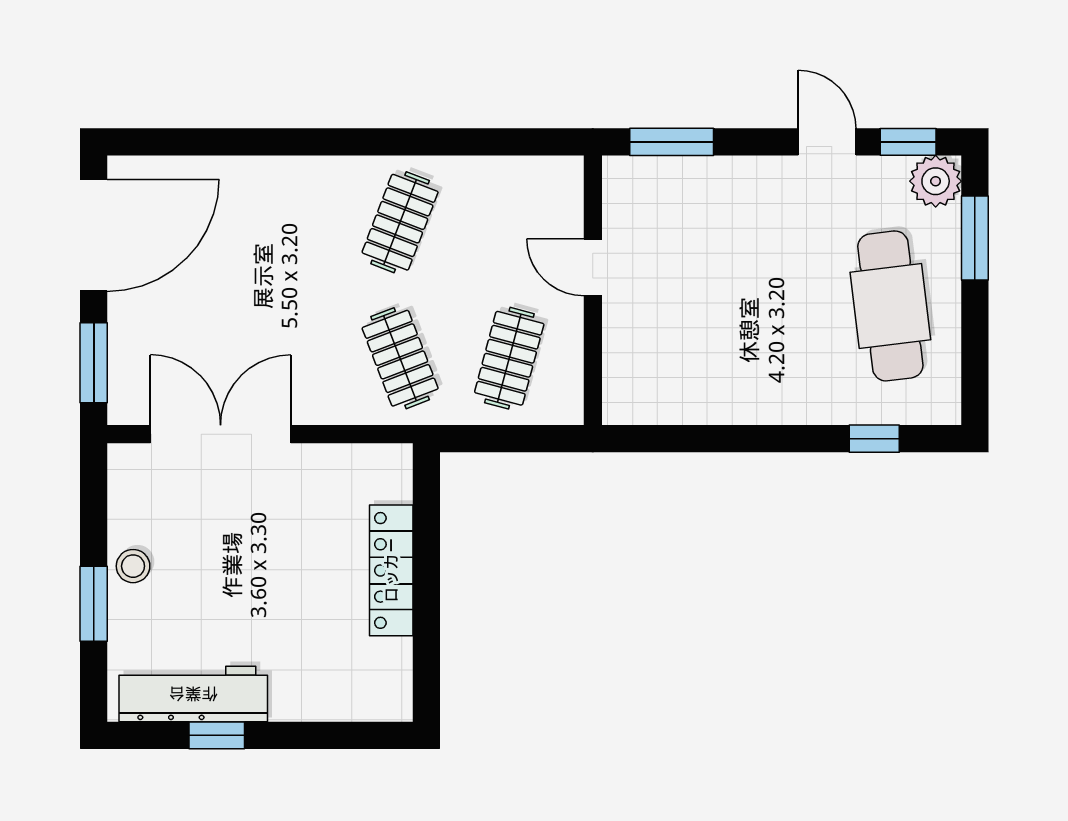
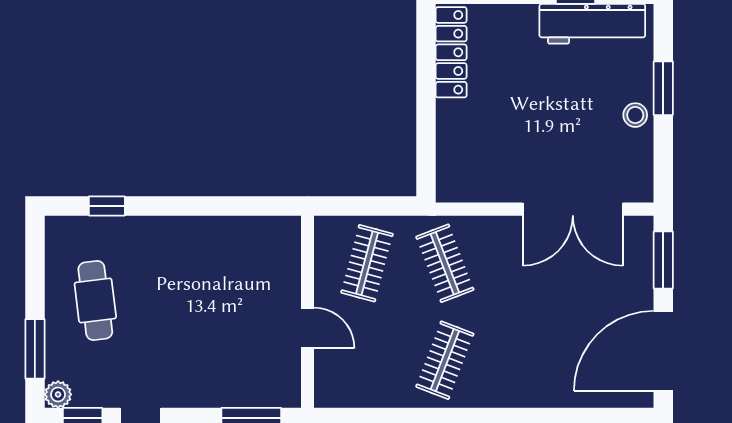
plant: (936, 181) -> (58, 394), width x0.73, depth x0.73
cafe table: (890, 306) -> (95, 300), width x0.73, depth x0.74
locker: (391, 570) -> (451, 52), moved

